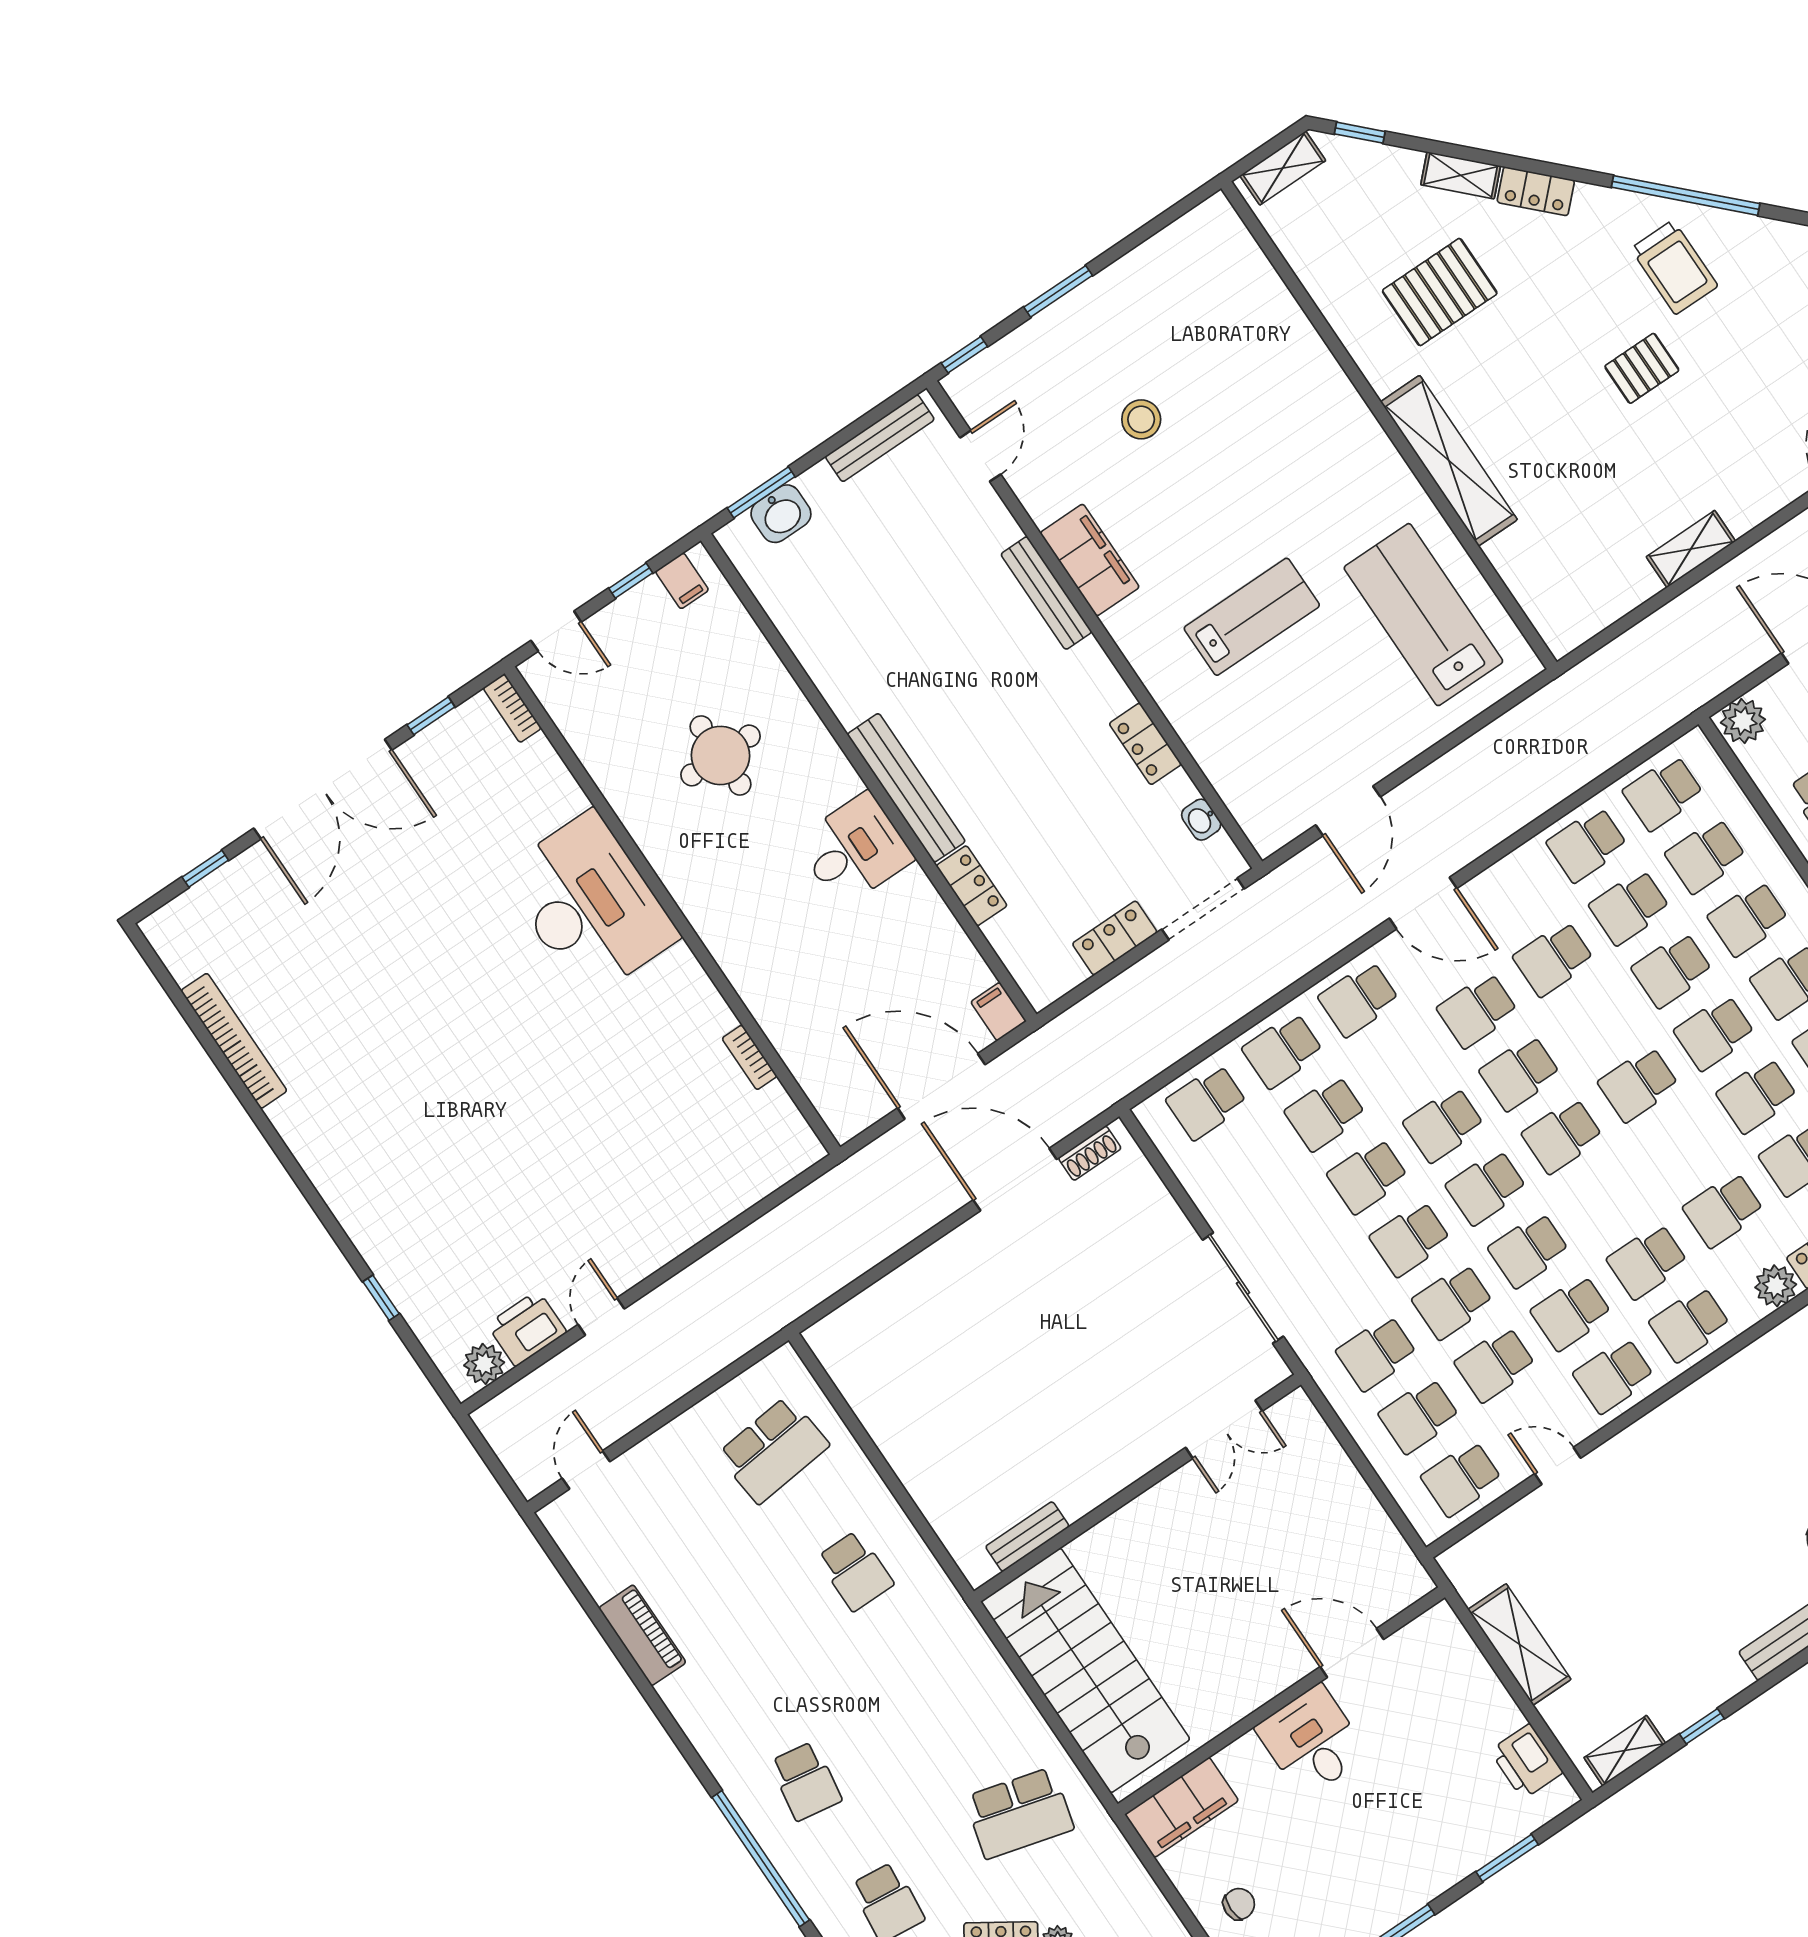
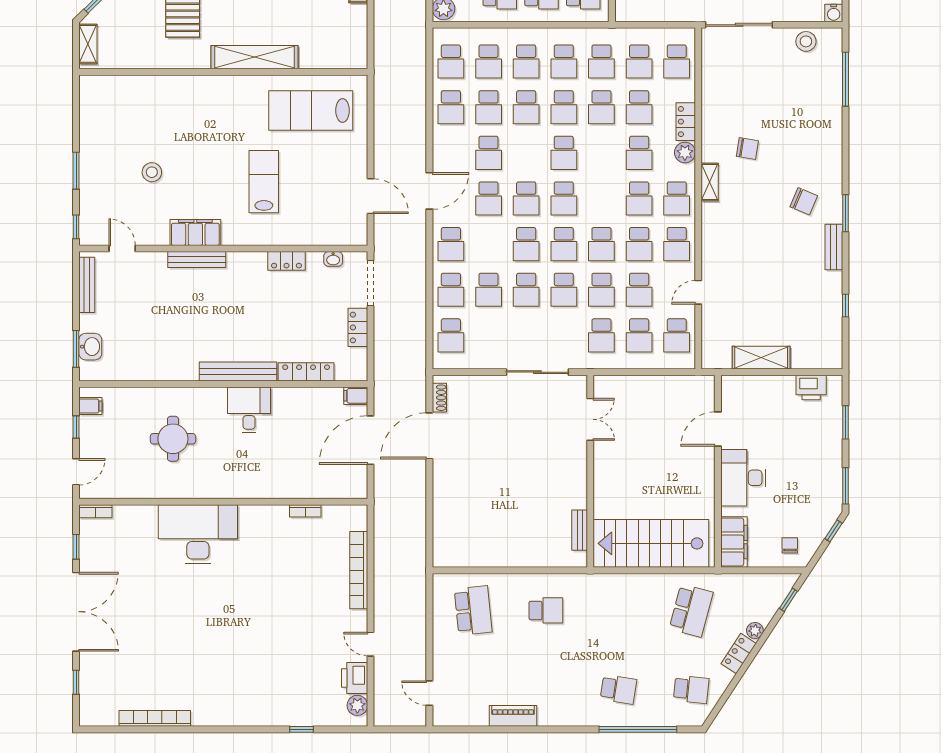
locker: (972, 886) -> (306, 372), width x1.53
bookcase: (711, 1213) -> (359, 570), added
desk: (1312, 1741) -> (743, 478), width x1.37
shelving: (1625, 1751) -> (710, 182), moved

